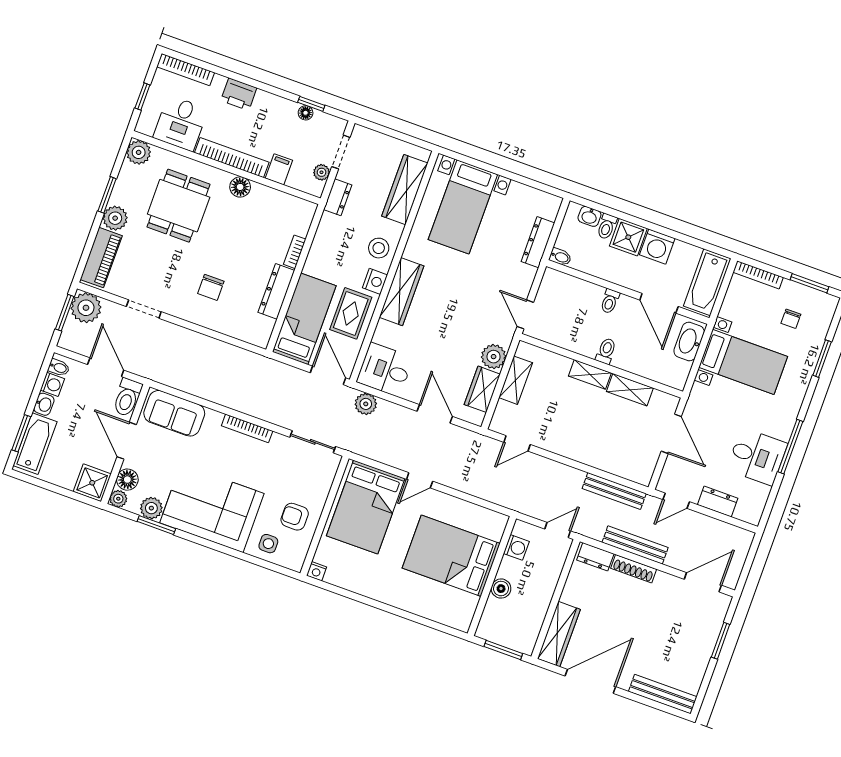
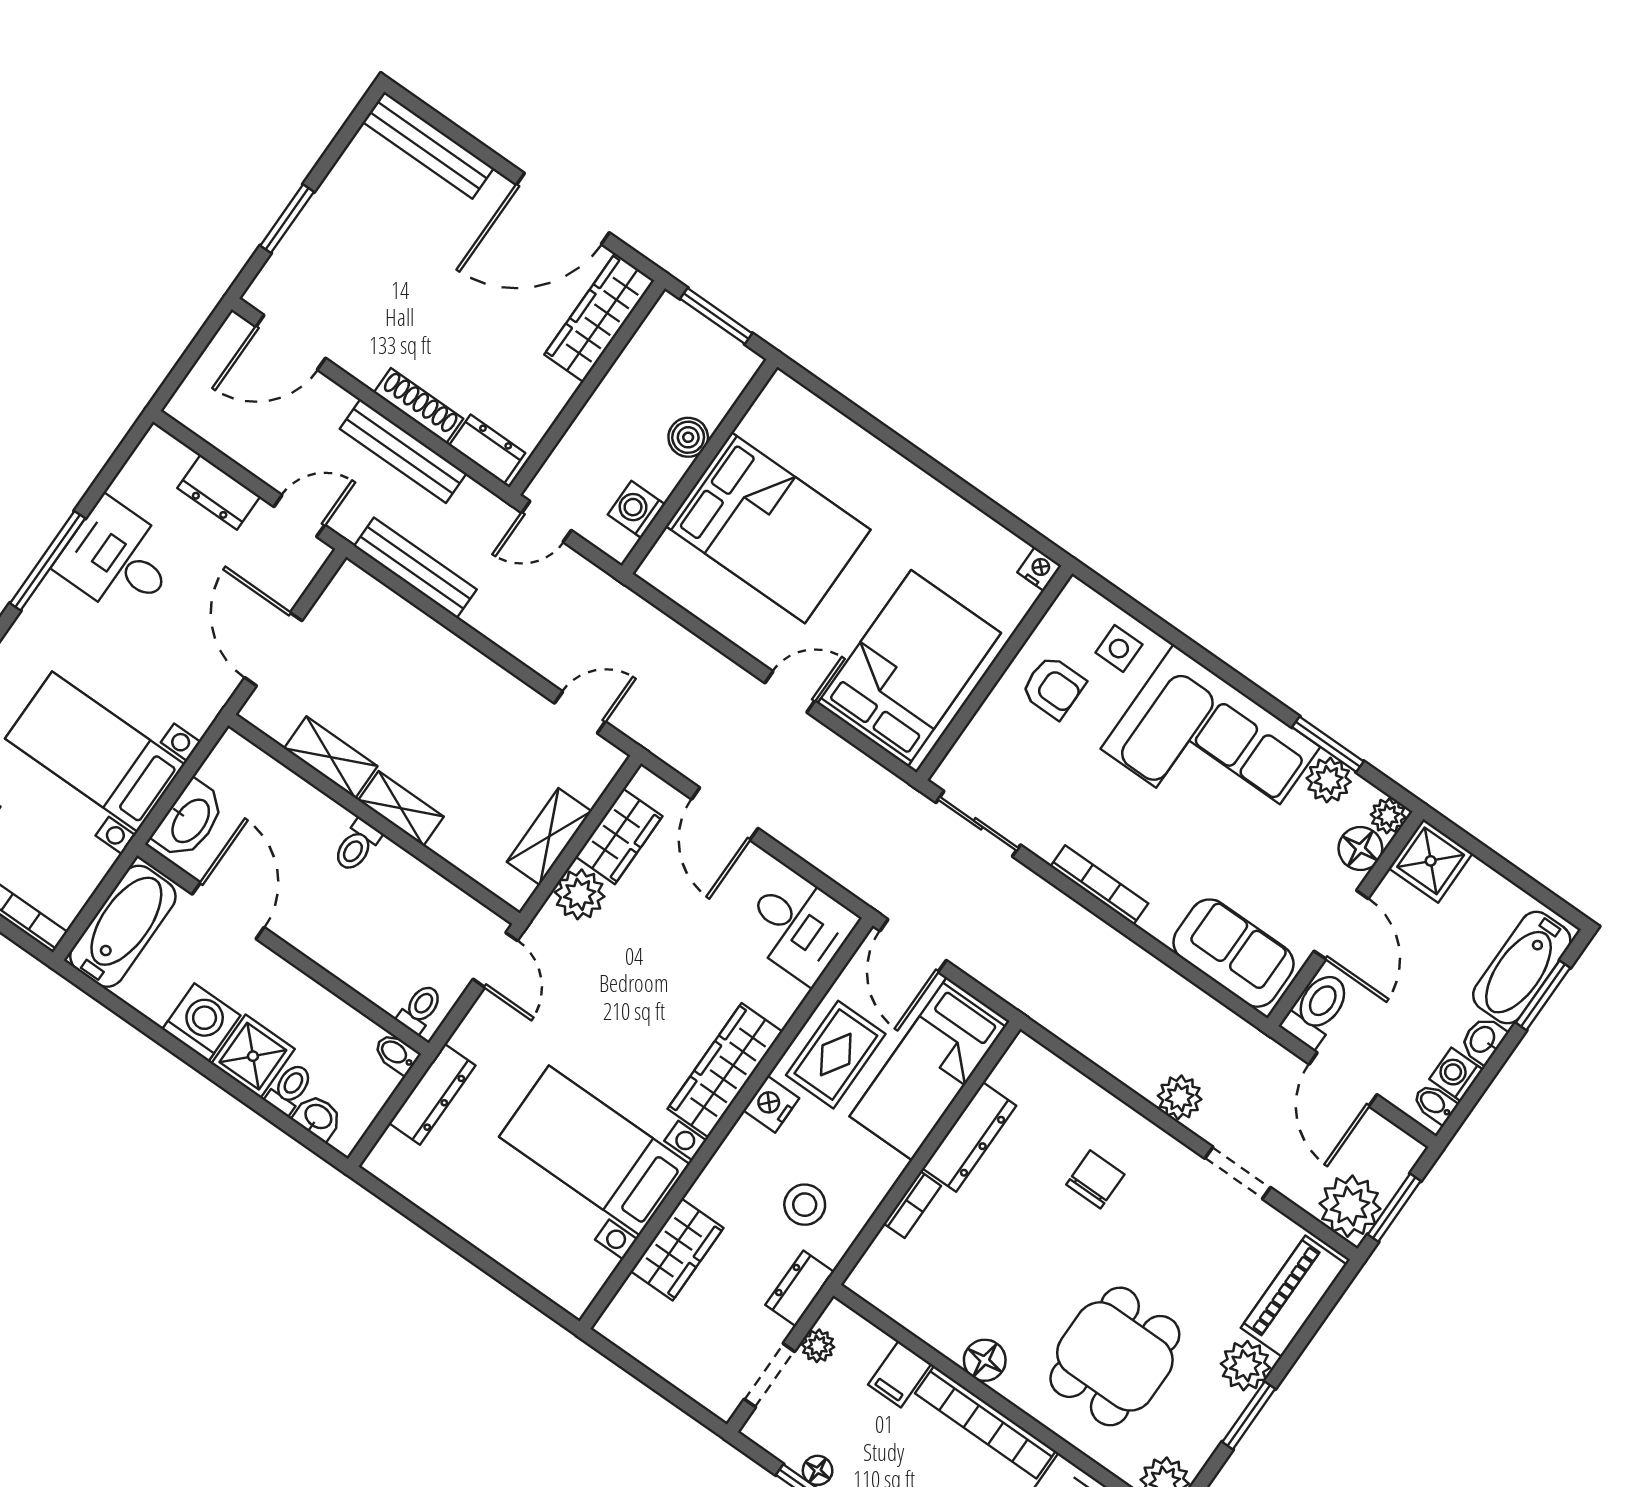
wardrobe: (405, 190) -> (677, 1250), width x0.67
bed with nightstands: (463, 207) -> (594, 1150), moved, turned -90
stool: (379, 248) -> (805, 1205), moved
toilet: (610, 301) -> (420, 1009), moved
plant: (366, 404) -> (1180, 1097), moved

